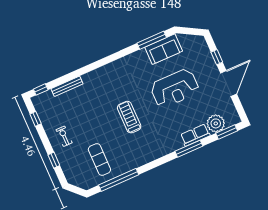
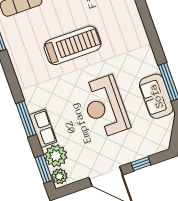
treadmill: (129, 117) -> (73, 45), width x1.37, depth x1.38
plant: (231, 119) -> (59, 176), added

